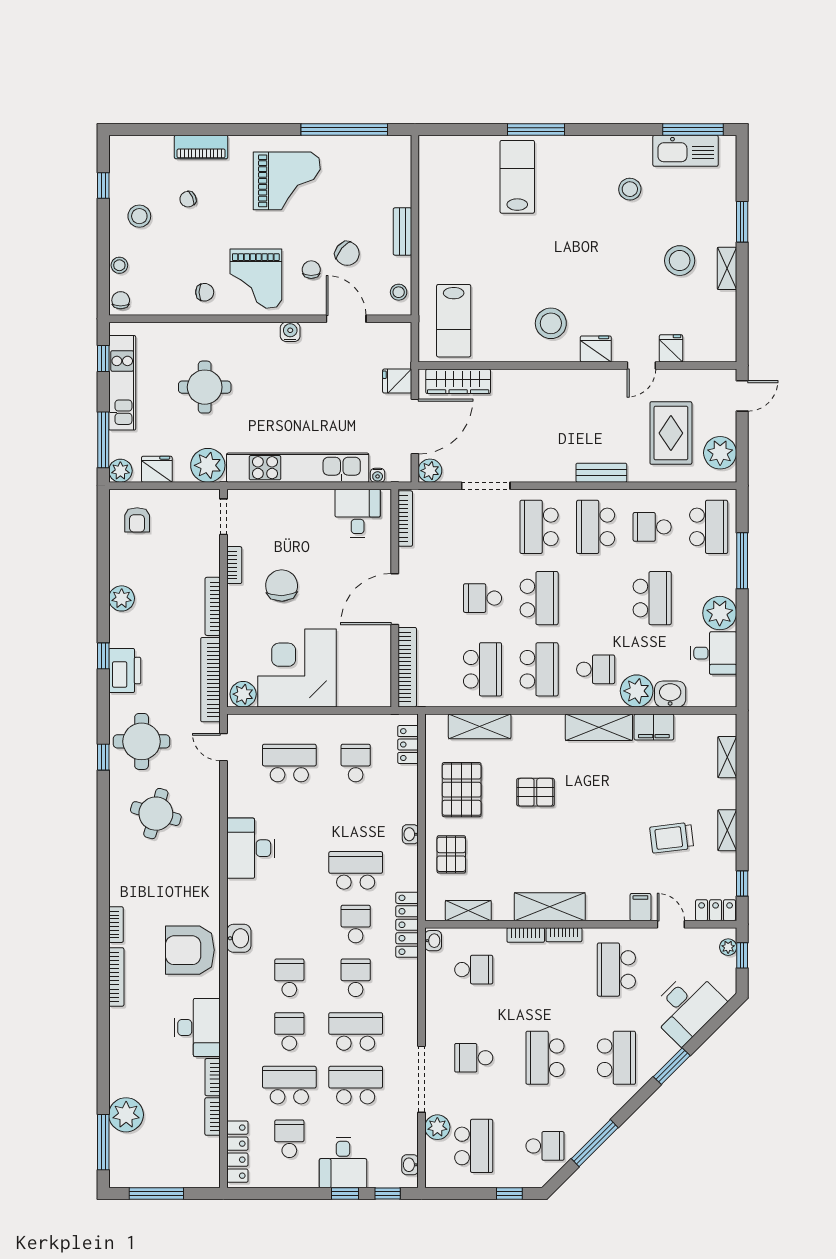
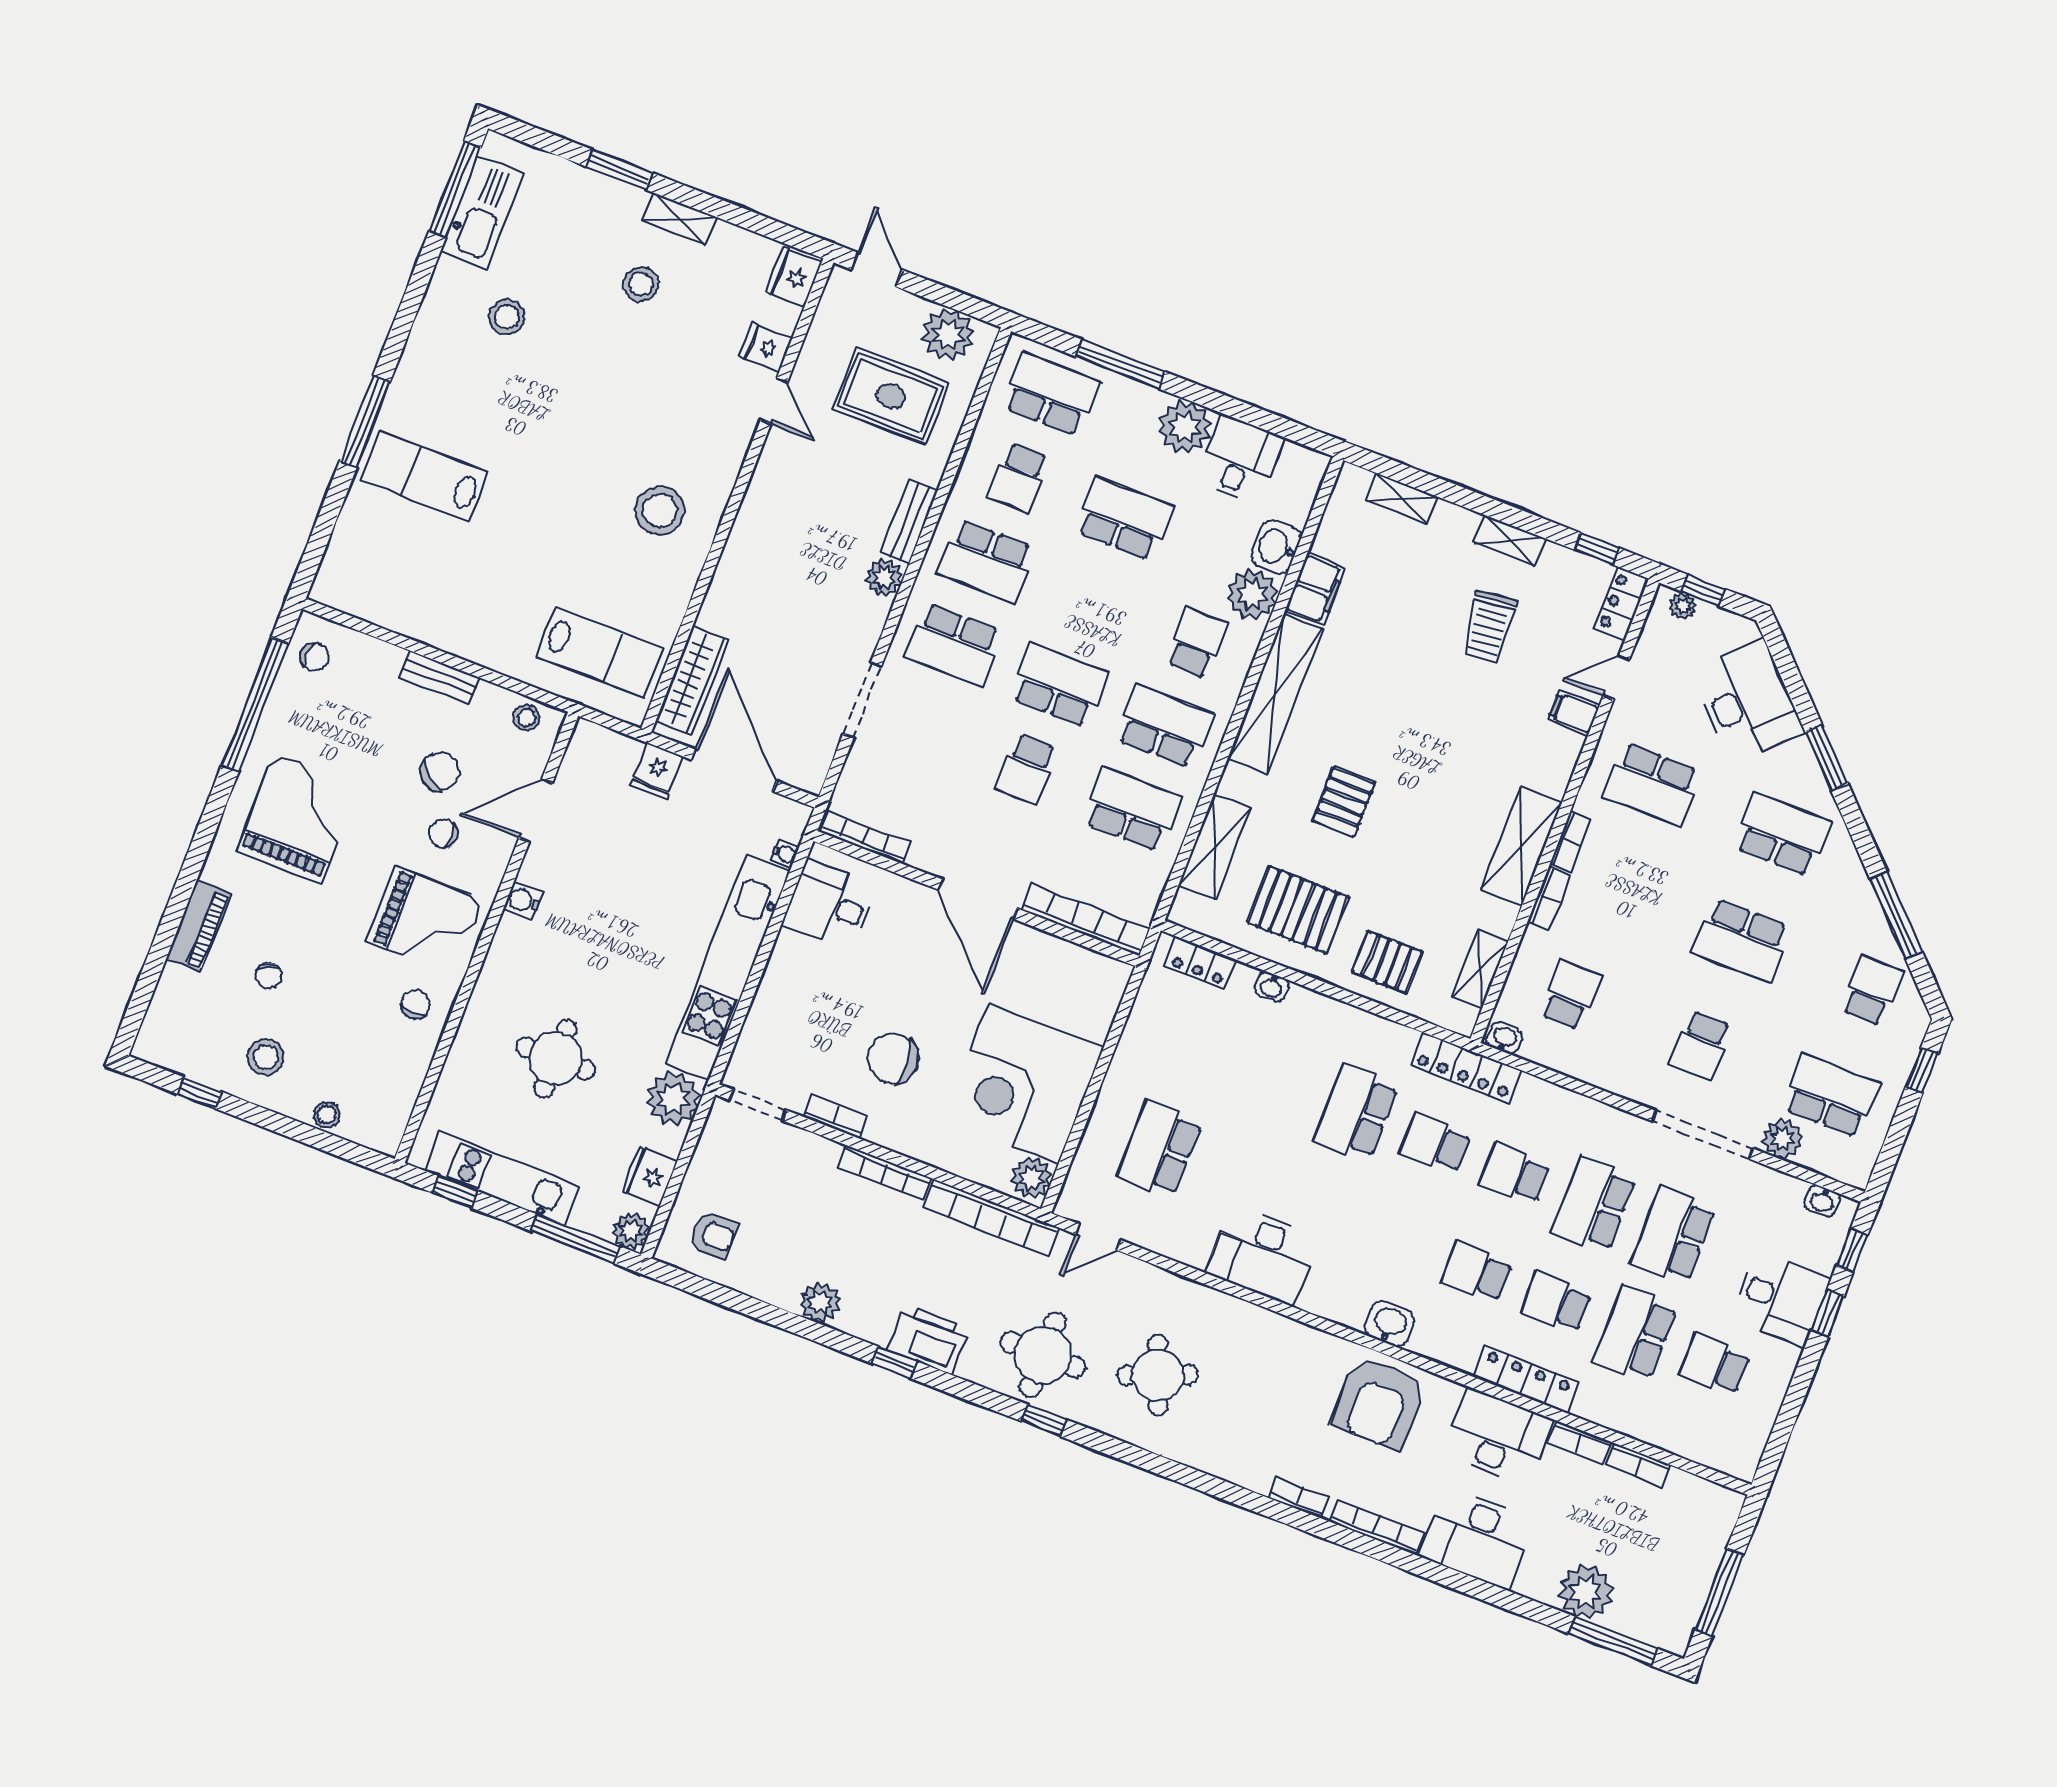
stool: (680, 261) -> (641, 284), width x0.73, depth x0.73
chair: (121, 300) -> (315, 657), moved, turned 180
fridge: (596, 349) -> (794, 277), moved
plant: (430, 471) -> (884, 578), moved
shelving: (599, 727) -> (1275, 694), width x1.47
school desk: (356, 763) -> (1198, 1051), removed
round table: (156, 814) -> (1158, 1375), turned -38
washbasin: (410, 834) -> (1272, 987), moved
desk: (133, 1039) -> (1477, 1538), added
locker: (237, 1152) -> (1525, 1379), moved

